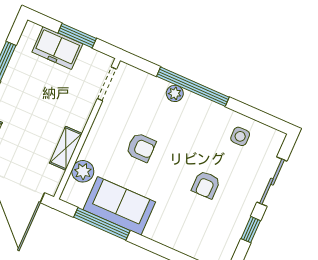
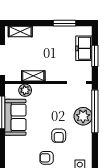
window: (193, 87) -> (95, 111), moved
plant: (175, 93) -> (83, 116), width x1.87, depth x1.87
armchair: (141, 147) -> (59, 136), moved

